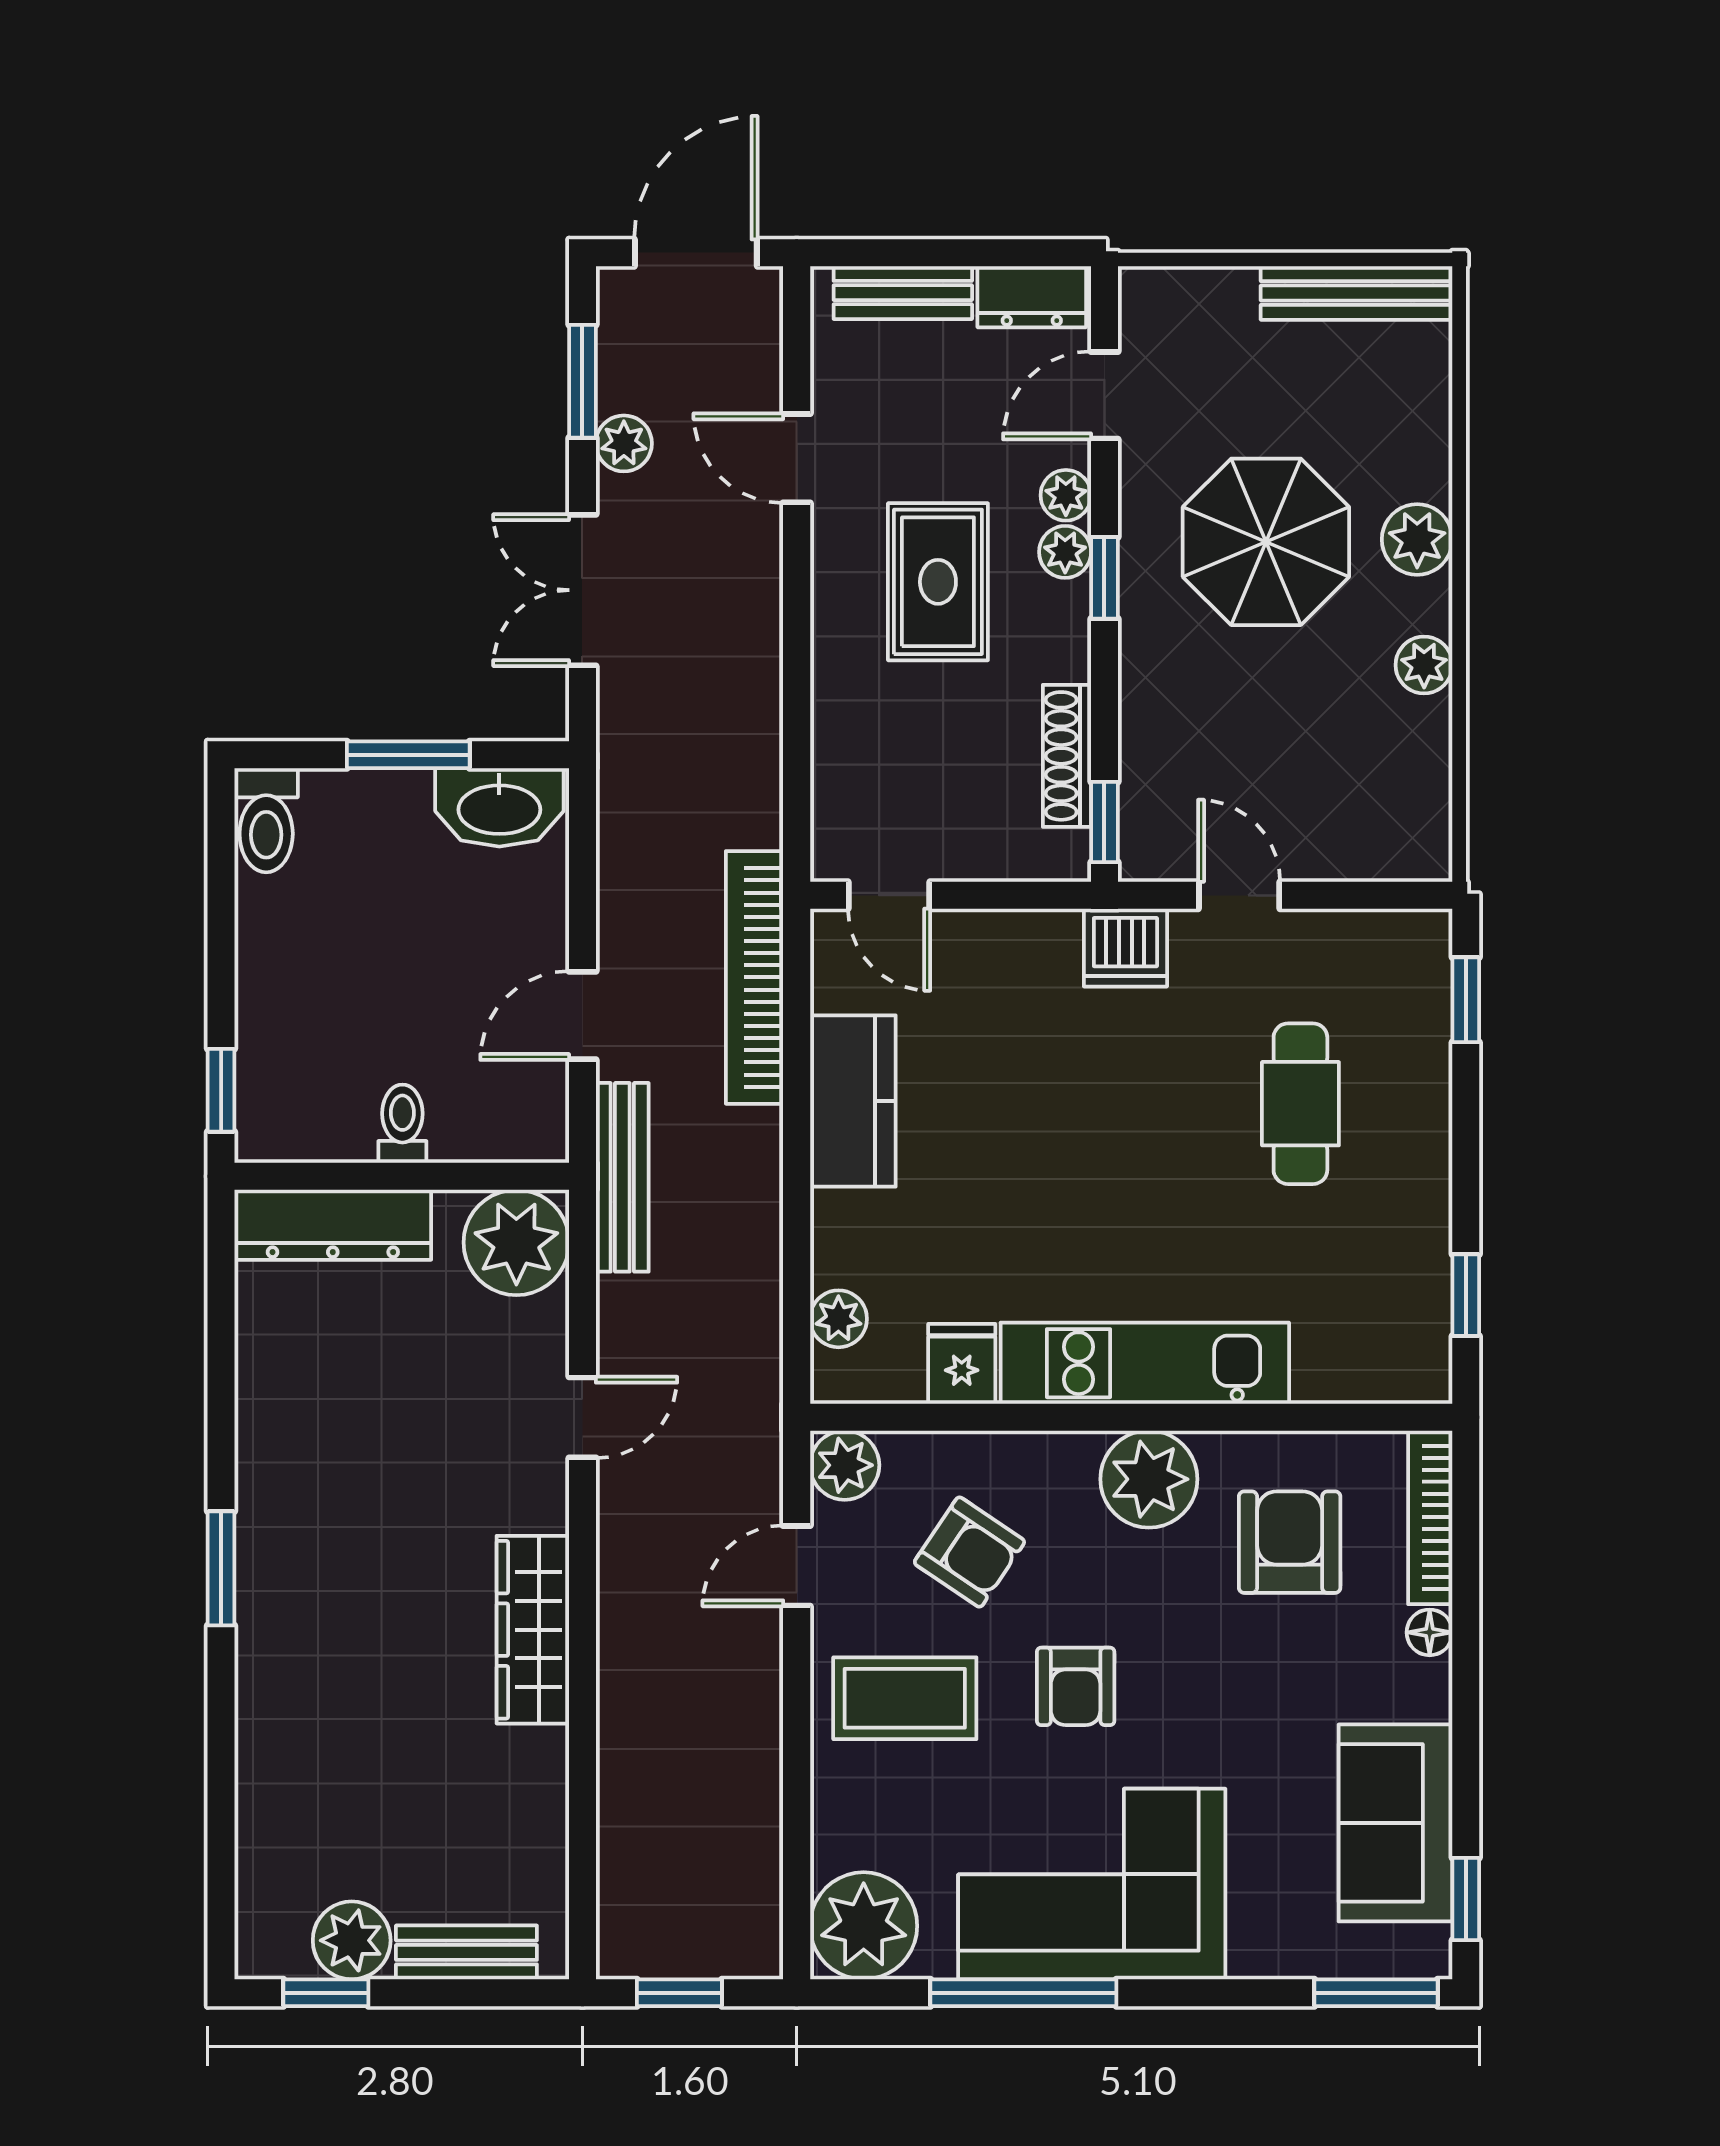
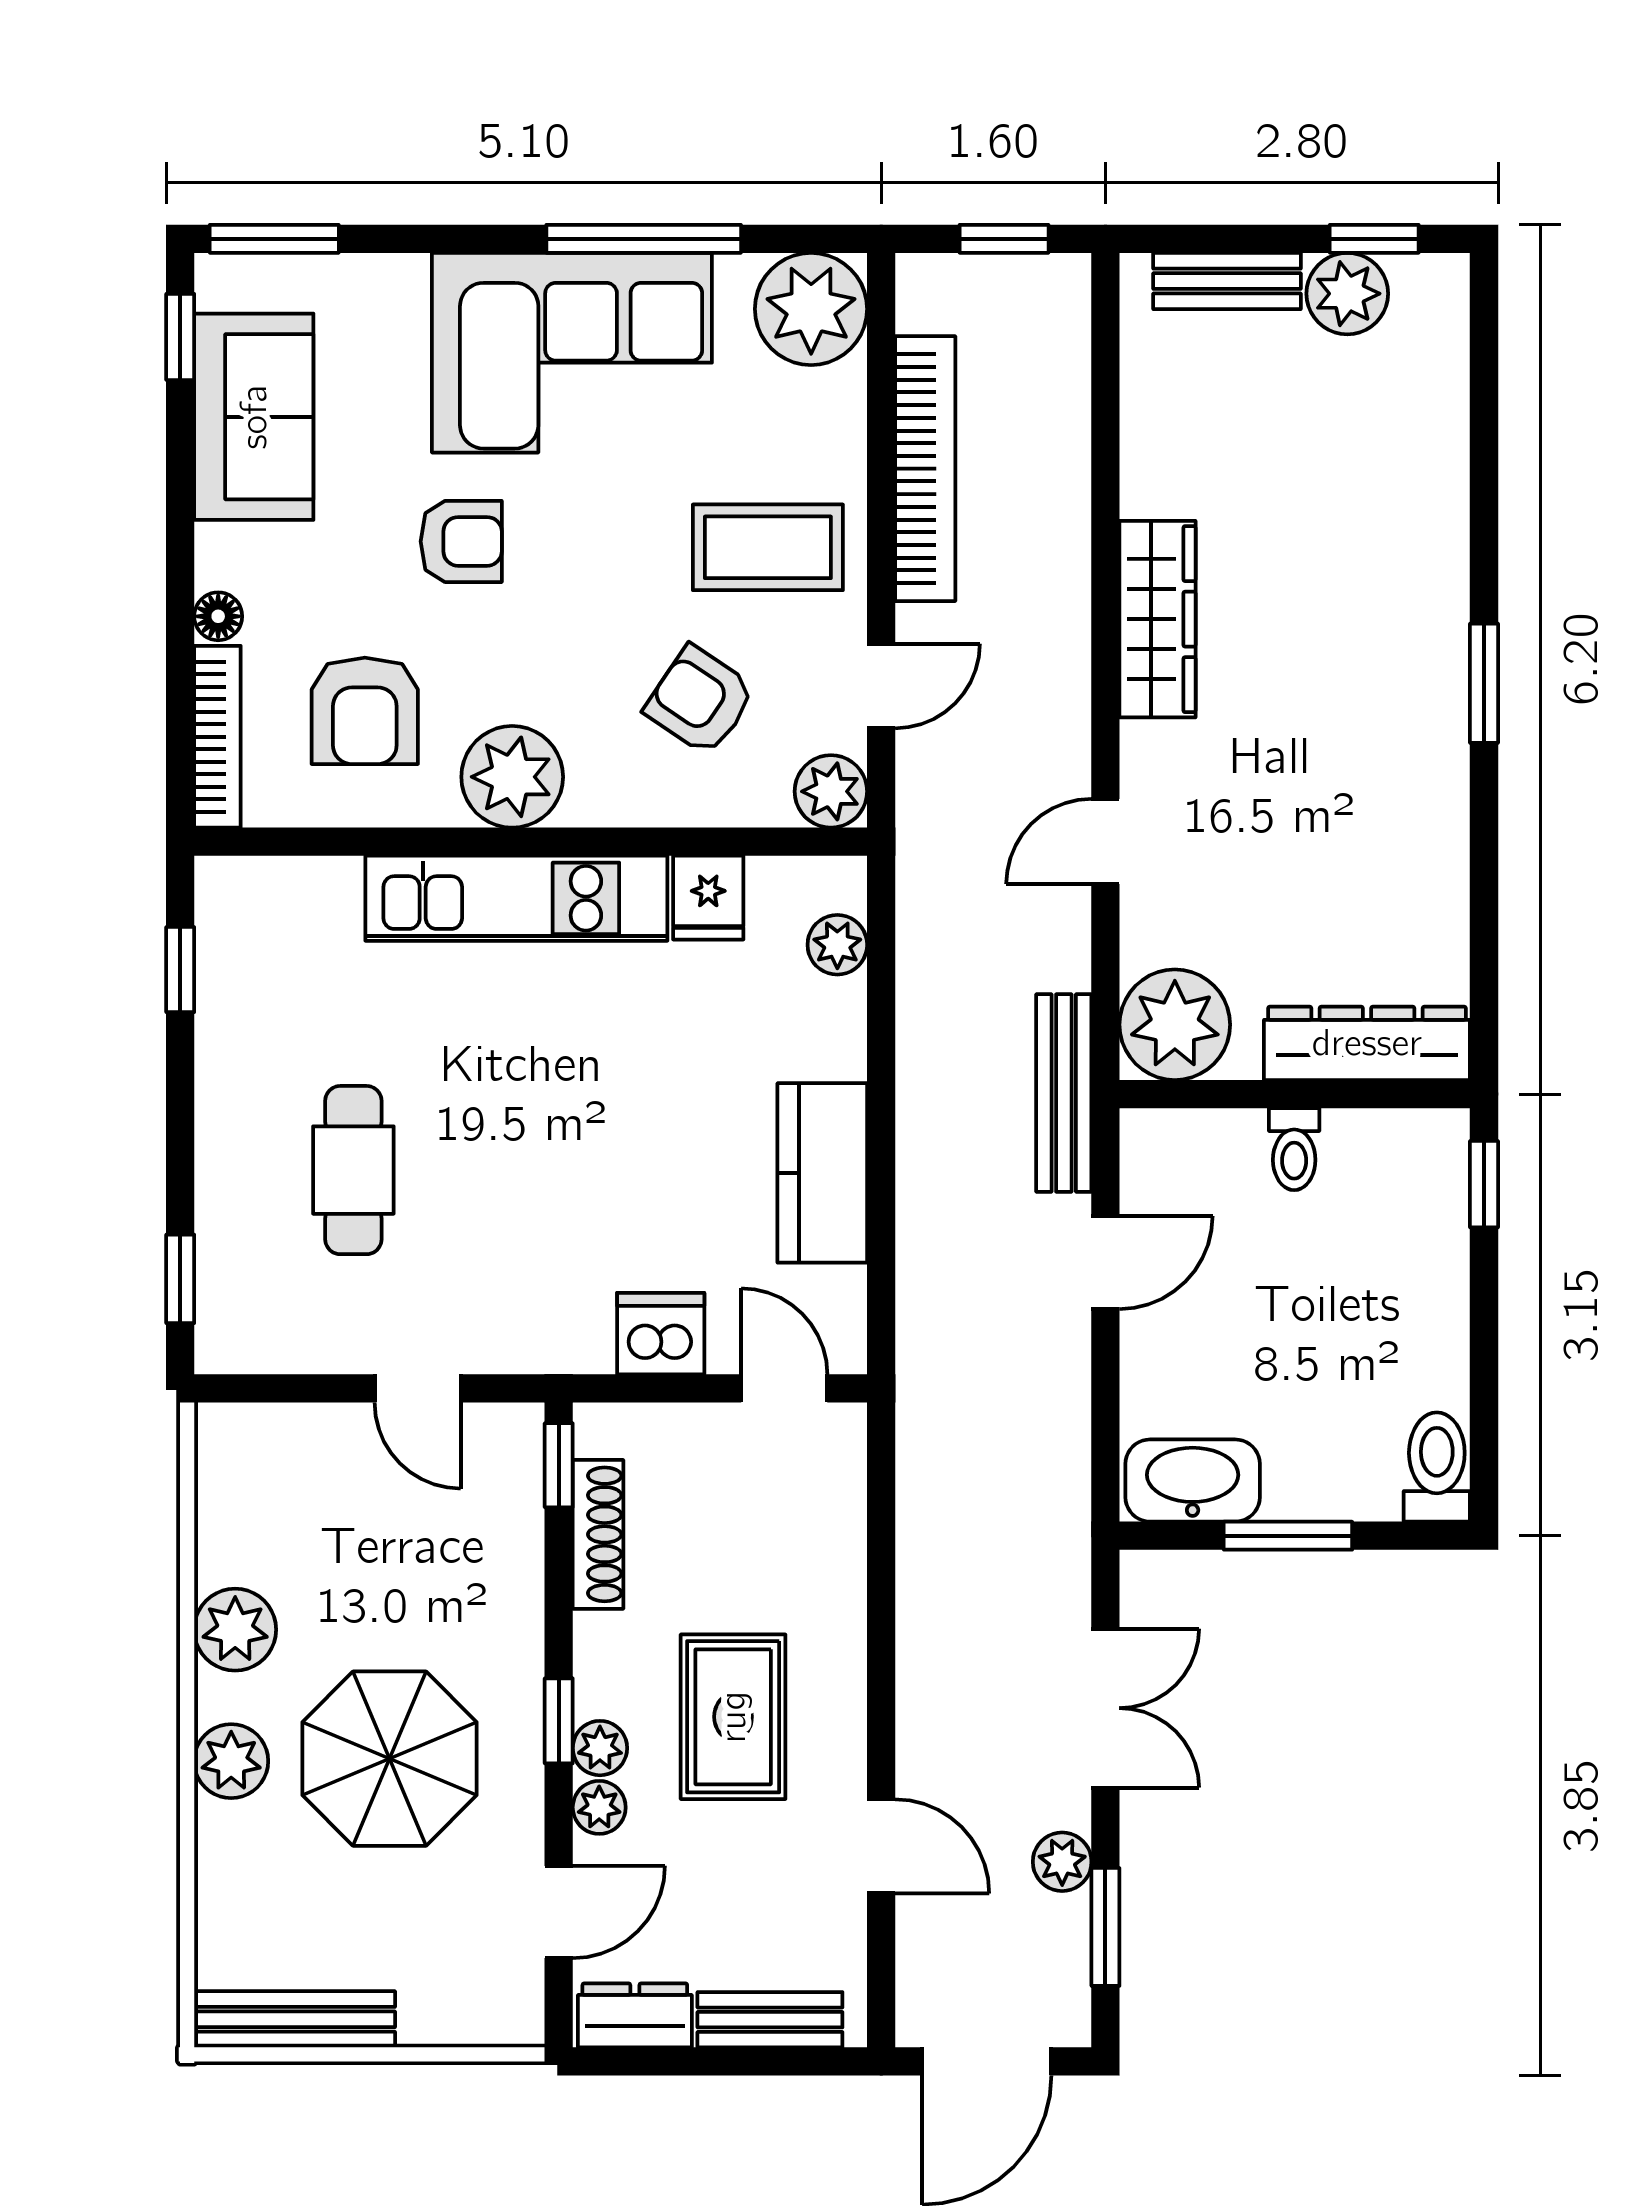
plant: (1424, 665) -> (235, 1630), width x1.38, depth x1.38
dishwasher: (1125, 948) -> (661, 1334), moved
bookcase: (755, 977) -> (925, 469), moved
armchair: (1076, 1686) -> (461, 541), moved, turned 90

